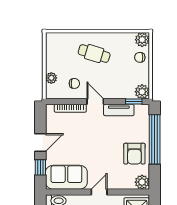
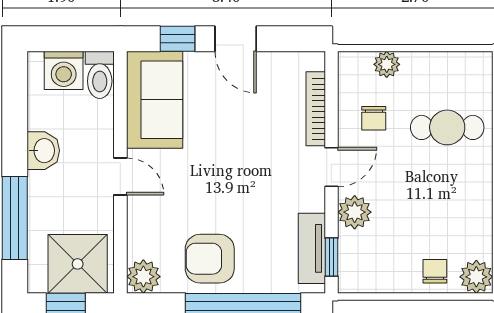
cafe table: (94, 54) -> (447, 127), moved, turned 73
plant: (142, 92) -> (355, 212), moved
tv unit: (119, 110) -> (312, 248), moved

